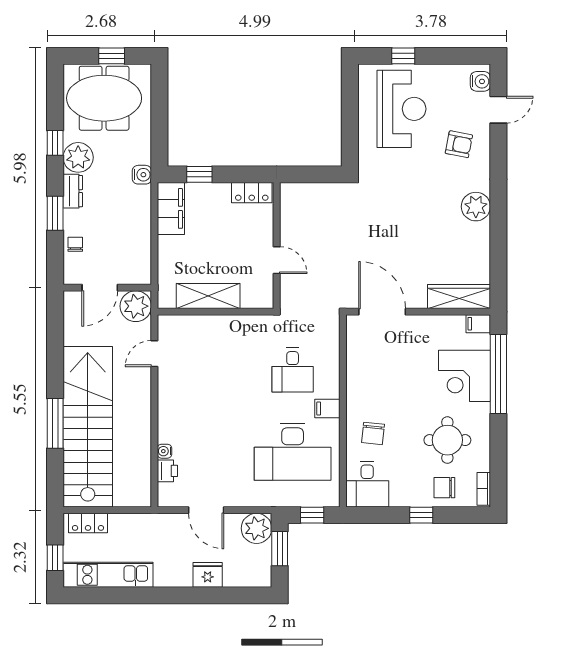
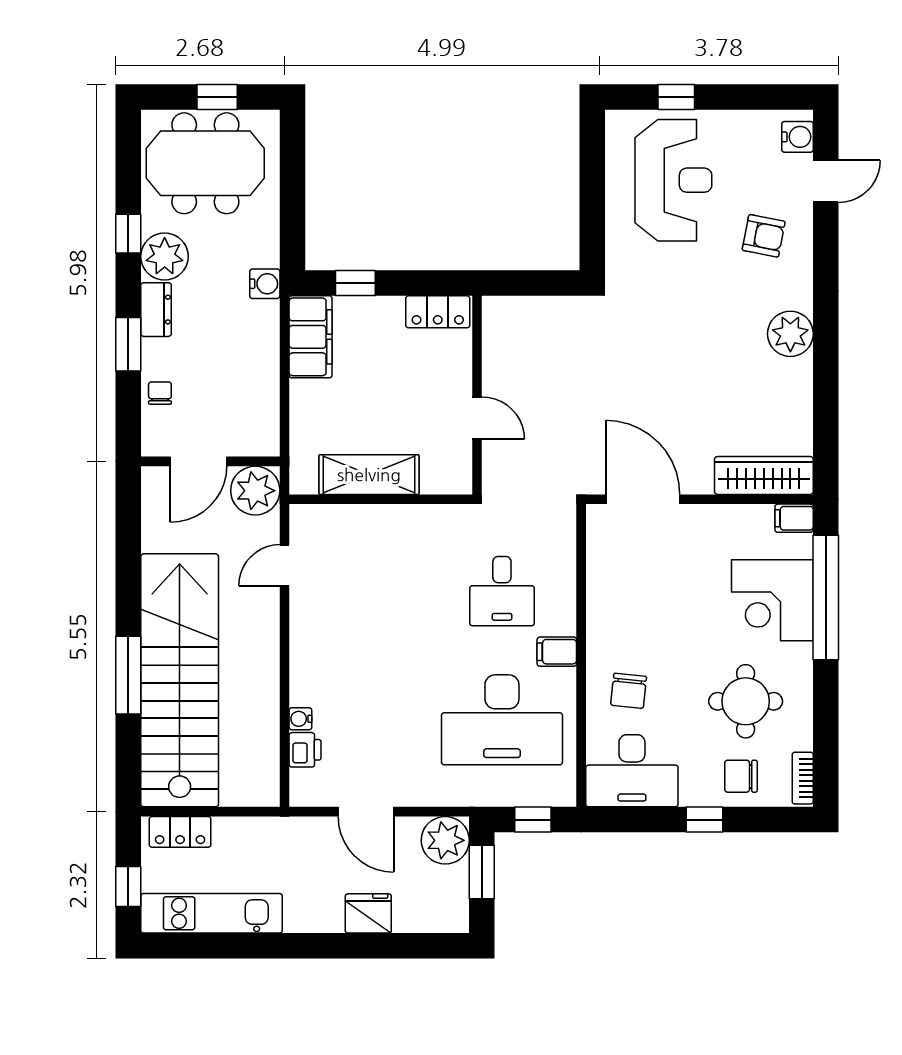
desk: (367, 484) -> (632, 771), width x1.37

